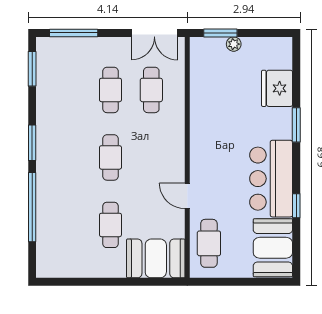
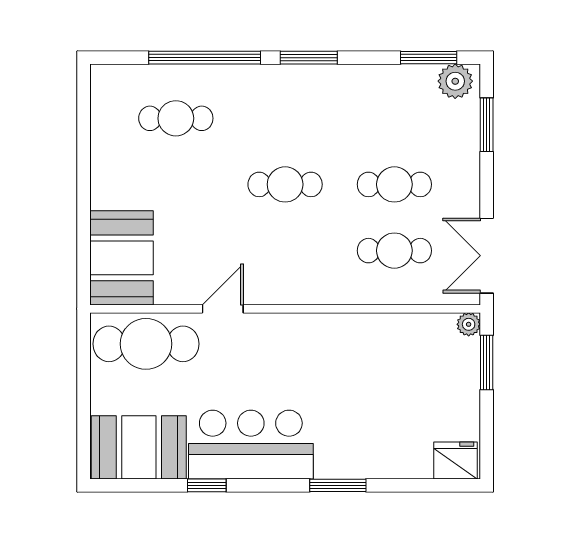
window: (74, 33) -> (487, 125), width x0.69
plant: (234, 44) -> (469, 324), moved
plant: (47, 52) -> (455, 81), added
fridge: (277, 88) -> (455, 461), moved, width x0.73, depth x0.75
cafe table: (110, 225) -> (176, 118), moved
cafe table: (209, 243) -> (146, 344), width x1.37, depth x1.35

